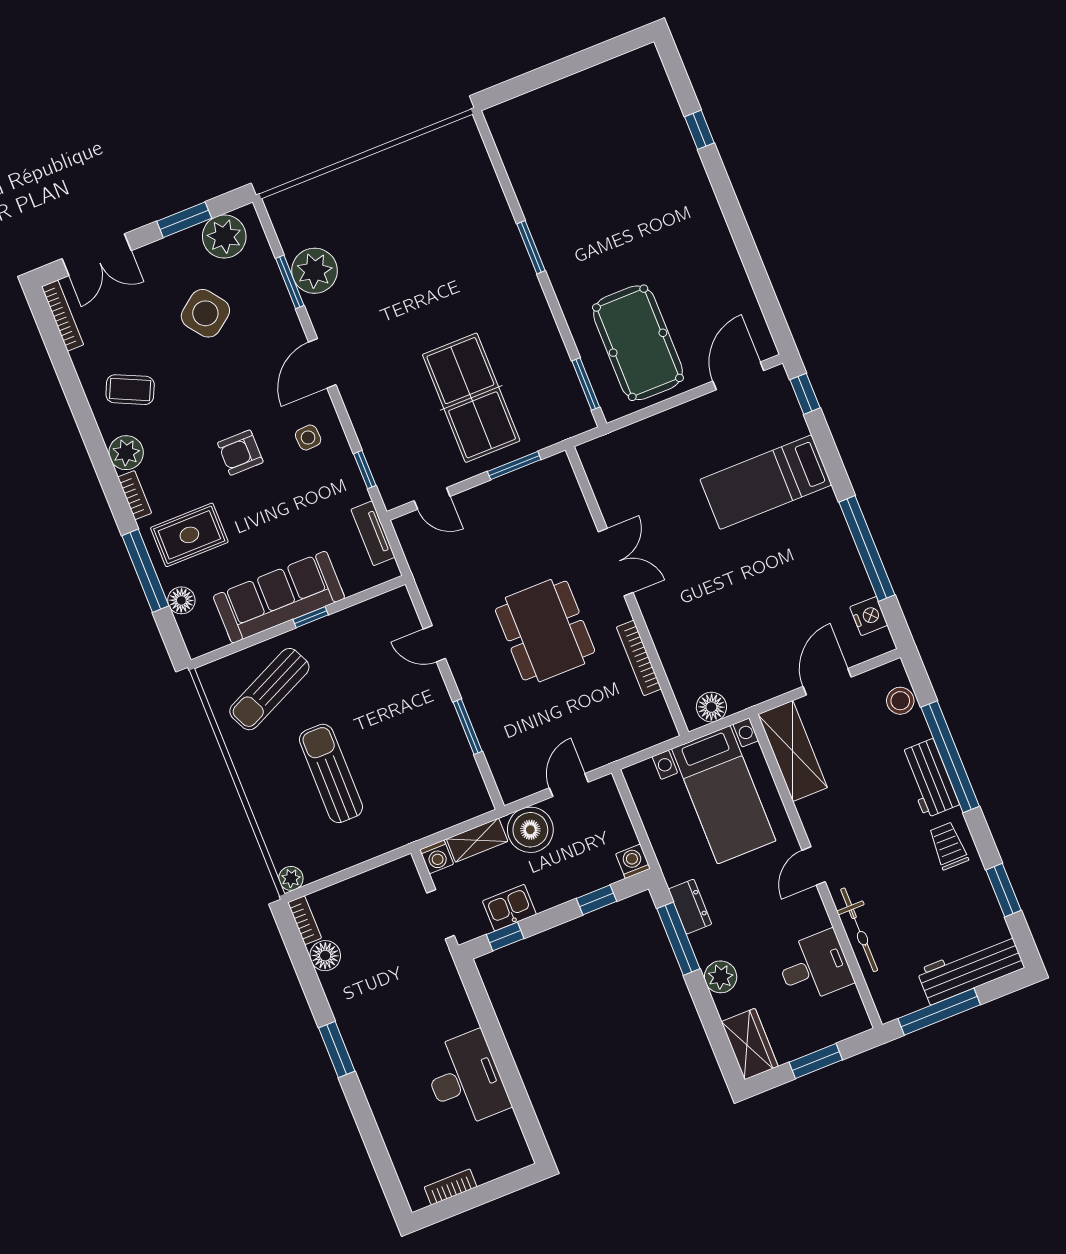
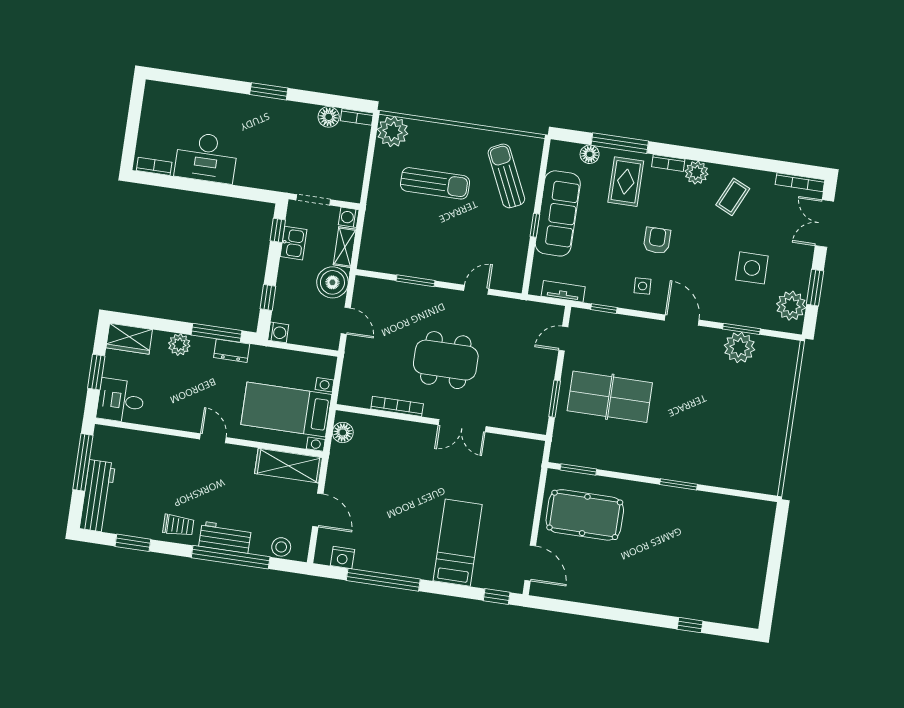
side table: (205, 313) -> (752, 268), turned 37
plant: (291, 878) -> (393, 132), width x1.88, depth x1.88
bicycle: (859, 930) -> (159, 443), removed
desk: (814, 967) -> (121, 401), moved, turned 90
bookcase: (451, 1187) -> (154, 166), moved, turned -90

